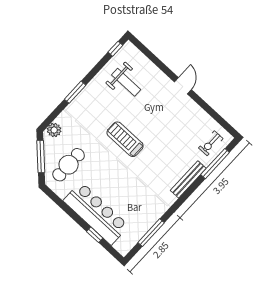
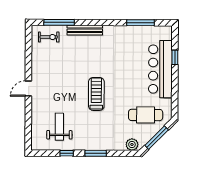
window: (115, 49) -> (67, 153), moved
treadmill: (125, 139) -> (96, 94), turned 180

